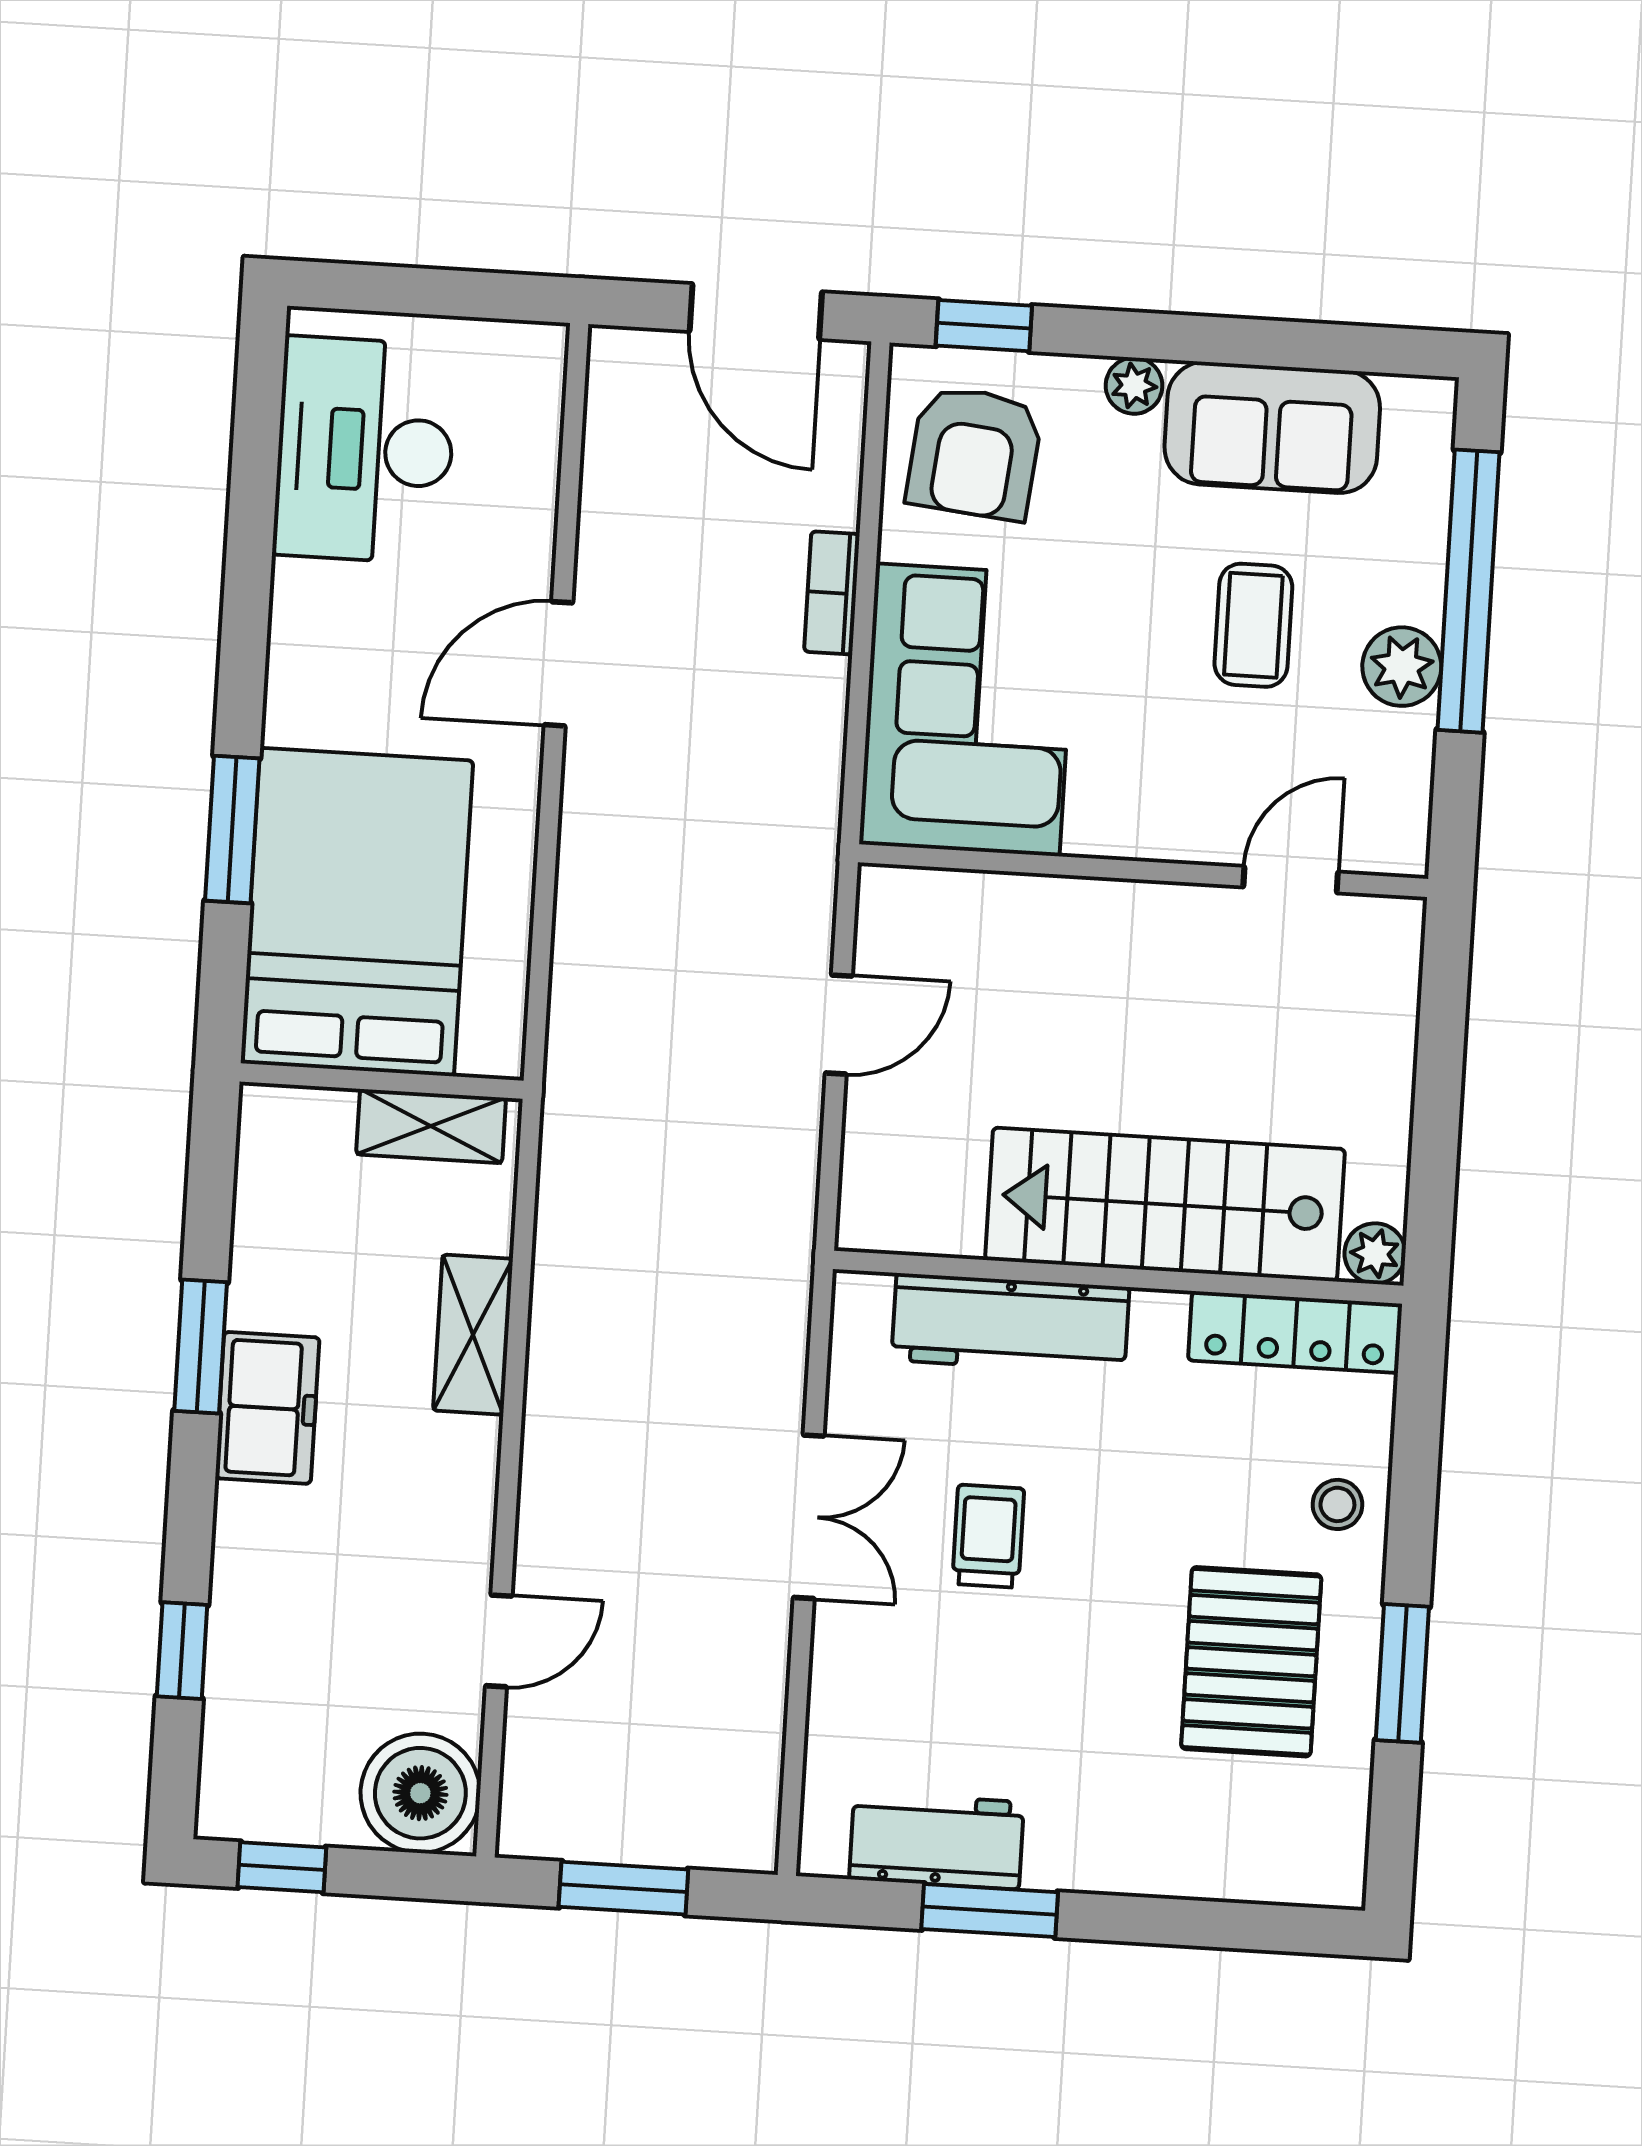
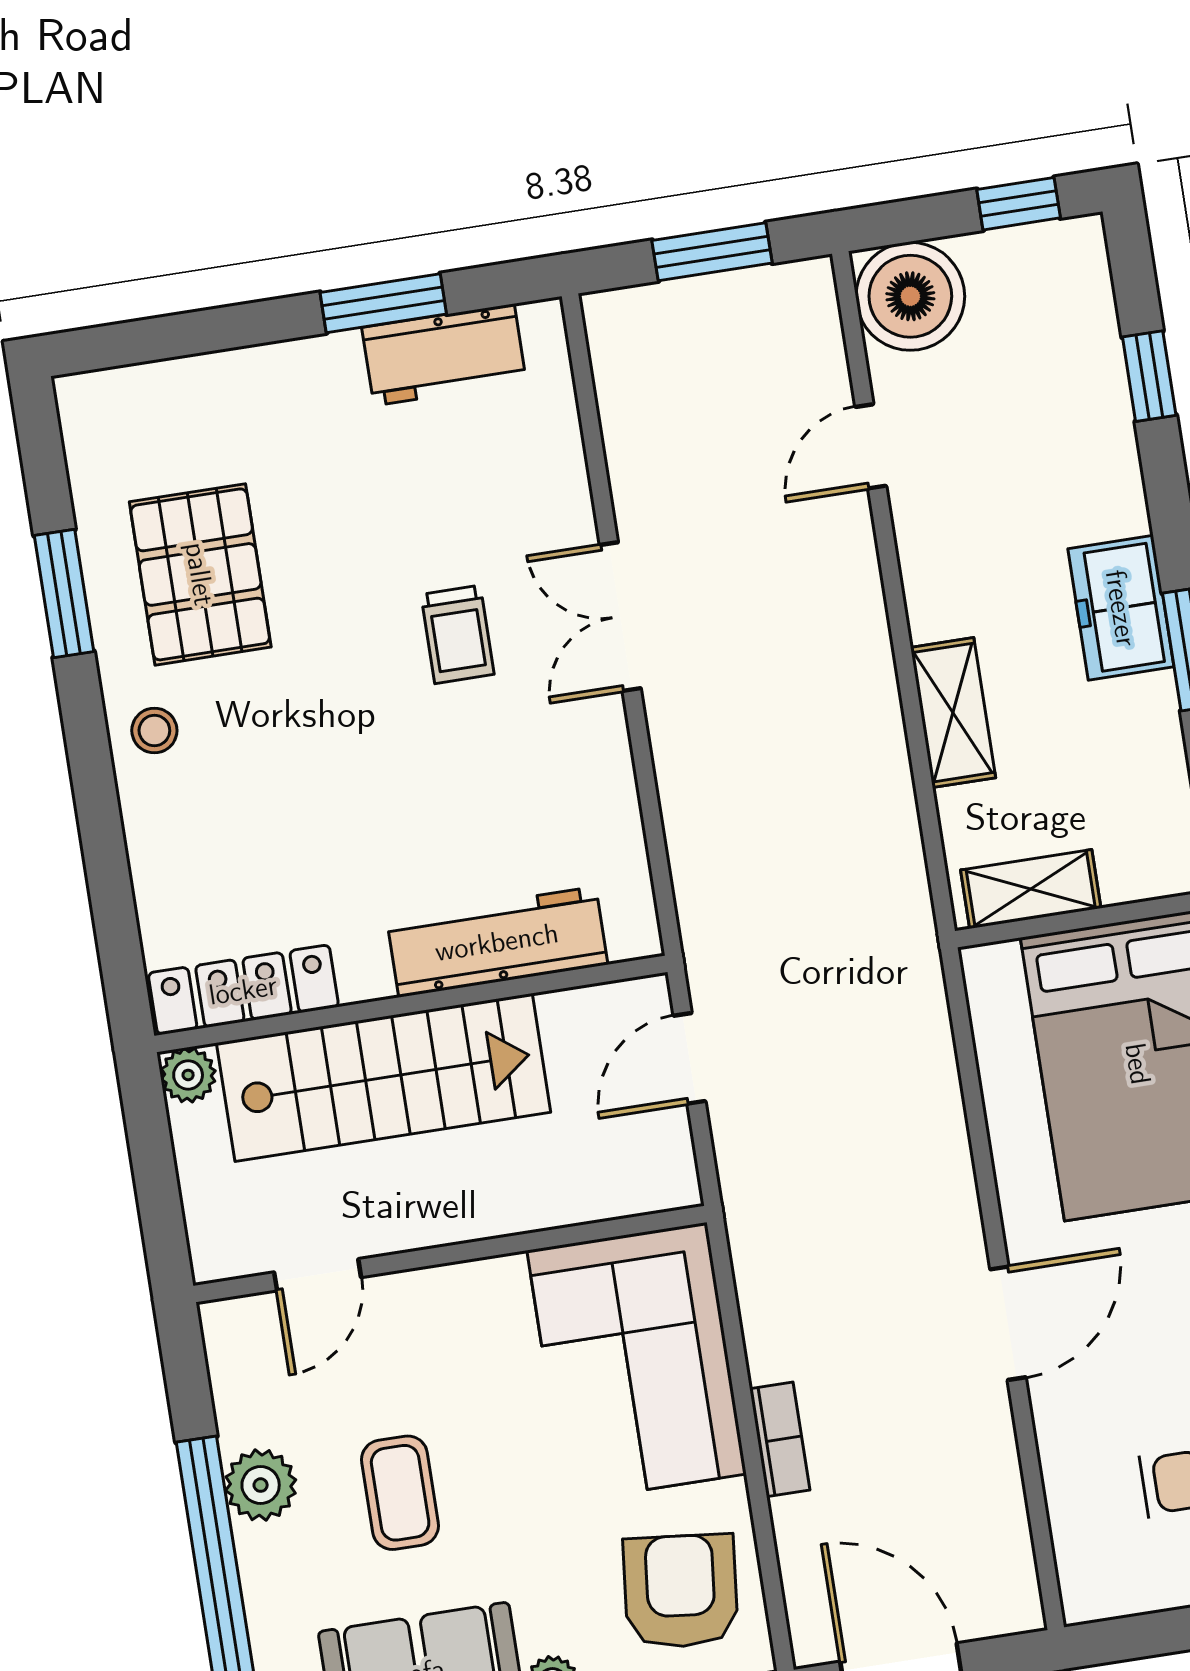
stairs: (1165, 1204) -> (384, 1077), moved
plant: (1375, 1253) -> (188, 1075), moved
wall: (1118, 1277) -> (411, 1004), moved
workbench: (1010, 1324) -> (497, 942), moved
locker: (1295, 1332) -> (243, 990), moved

